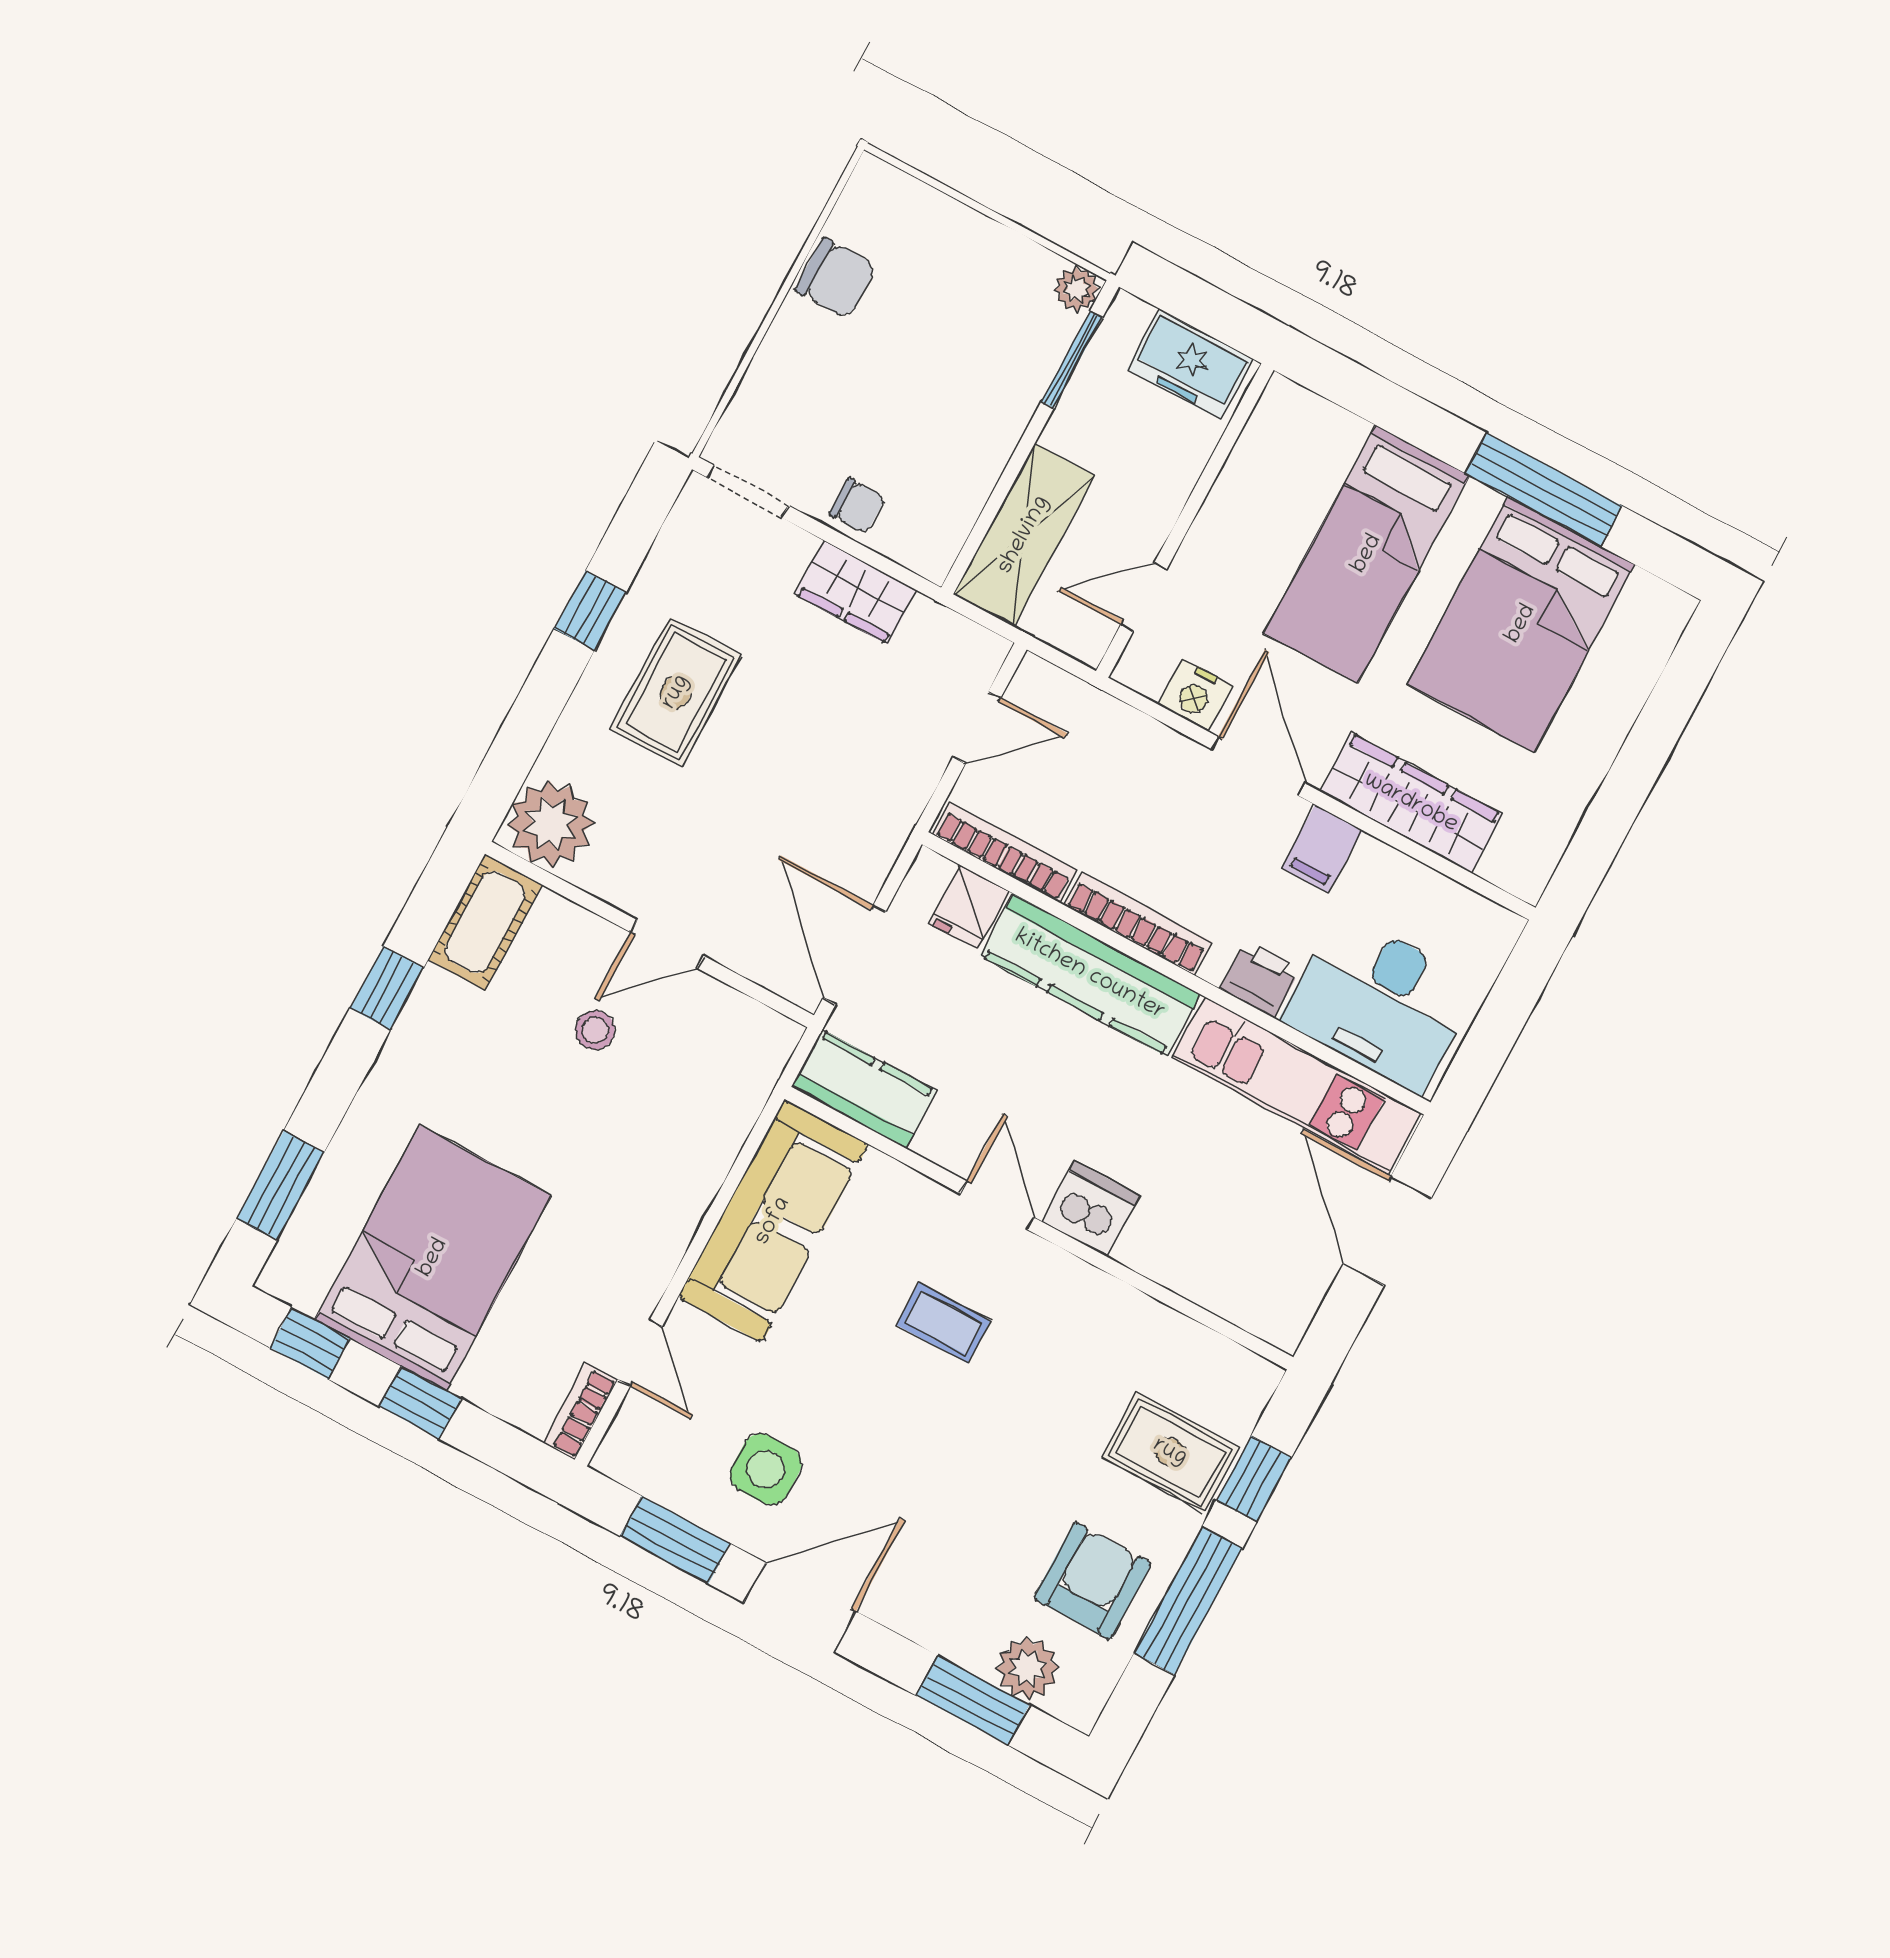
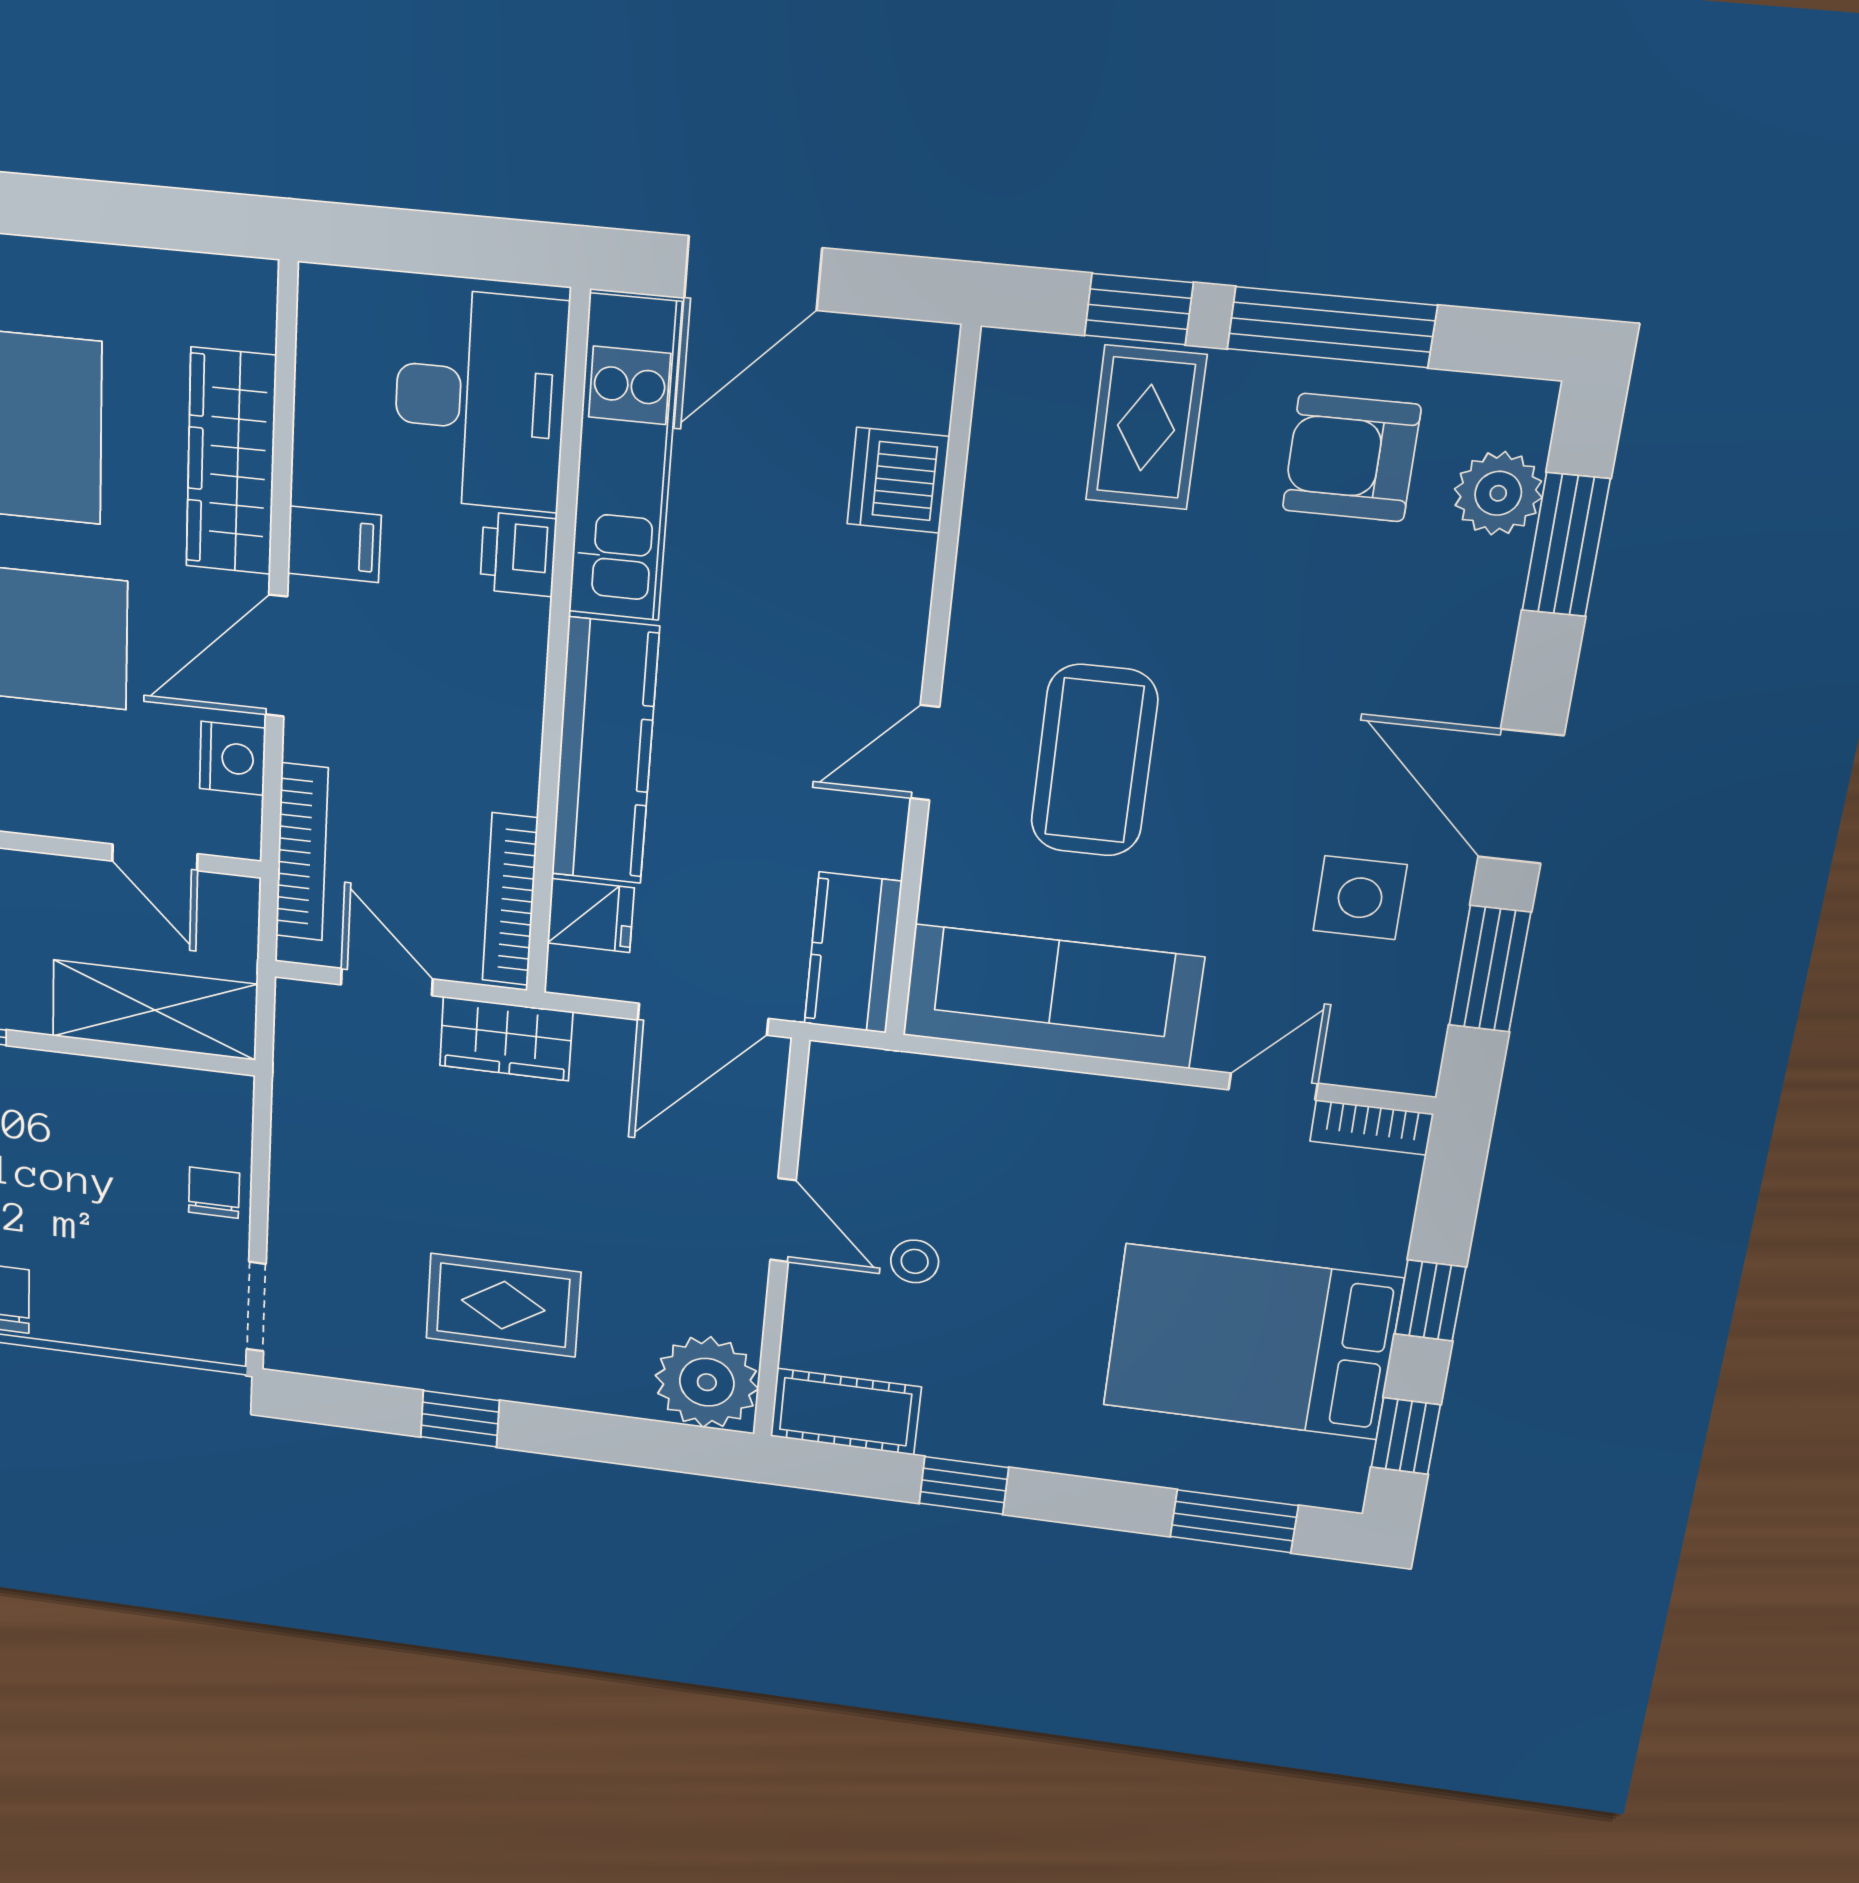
wardrobe: (856, 592) -> (506, 1039), moved, turned 90
bookcase: (1138, 923) -> (302, 852), moved, turned 180
dishwasher: (1090, 1209) -> (898, 480), moved
coffee table: (944, 1323) -> (1094, 761), width x1.86, depth x1.72

